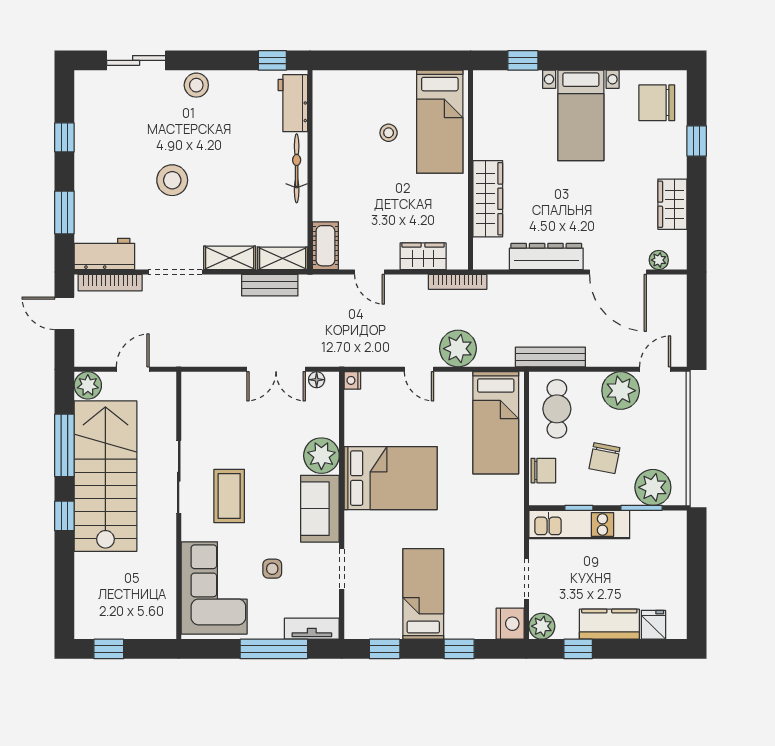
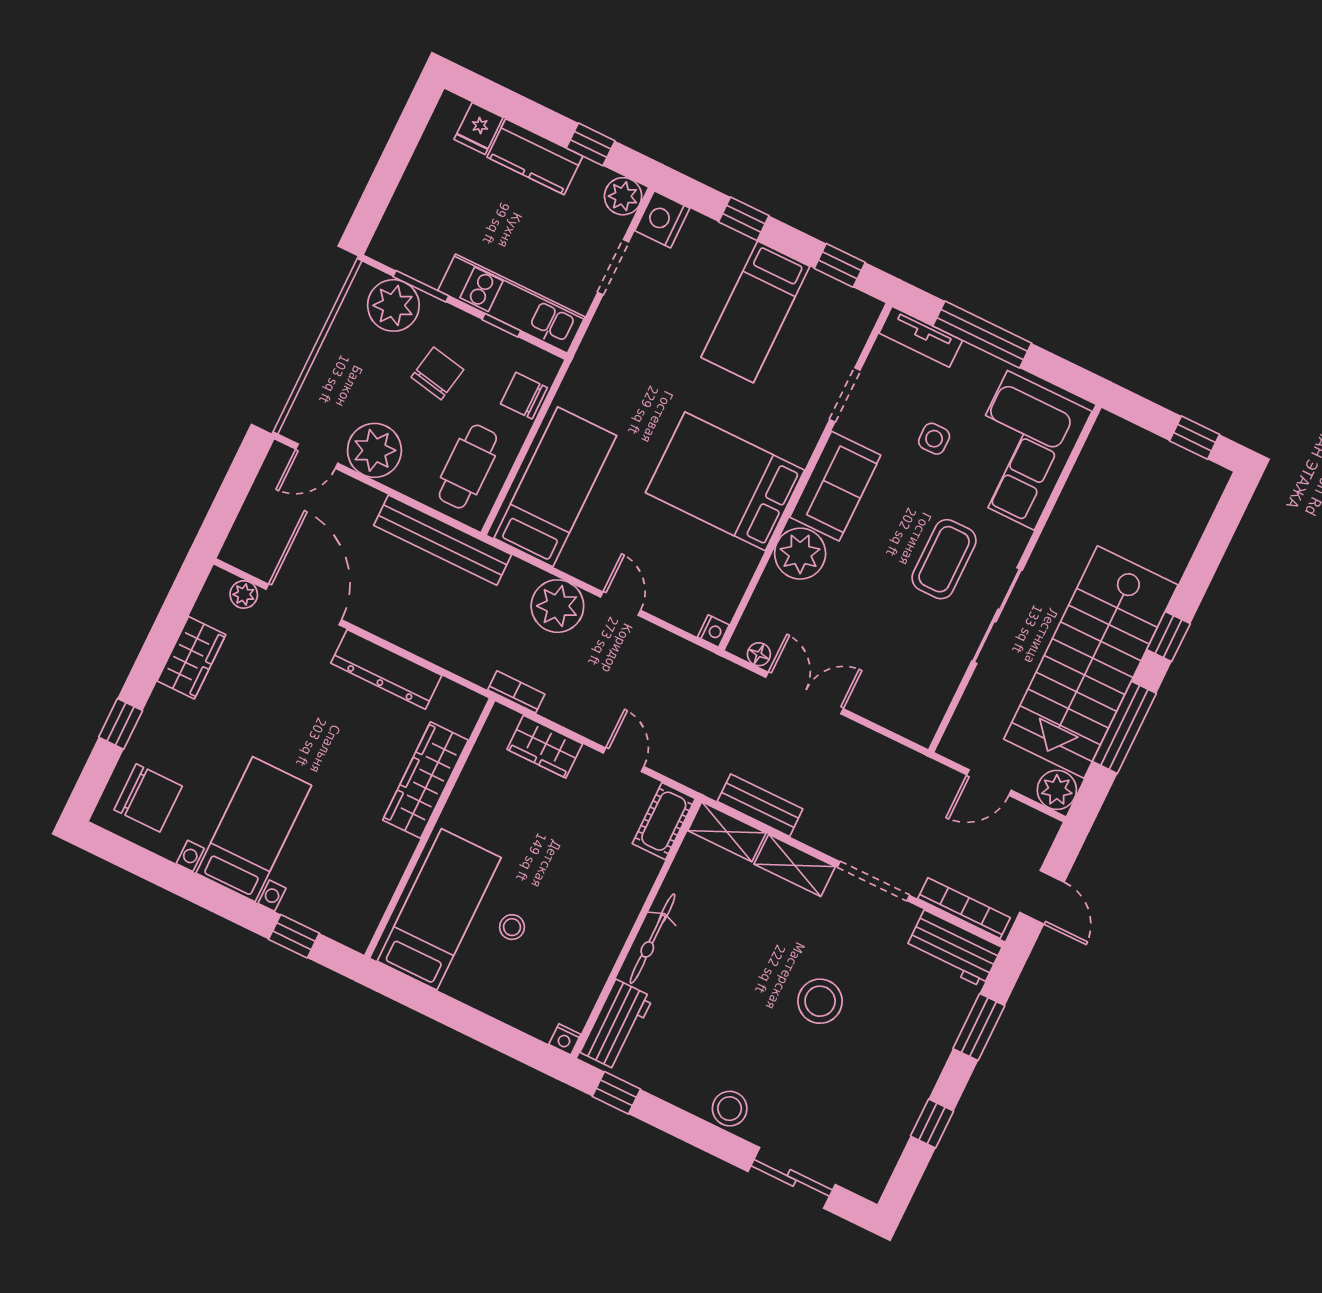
nightstand: (321, 78) -> (565, 1039), added
bookcase: (458, 282) -> (516, 692), width x0.64
bench: (550, 357) -> (443, 540), width x1.37, depth x1.21

